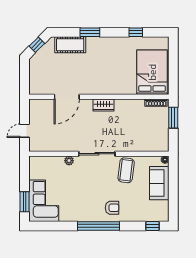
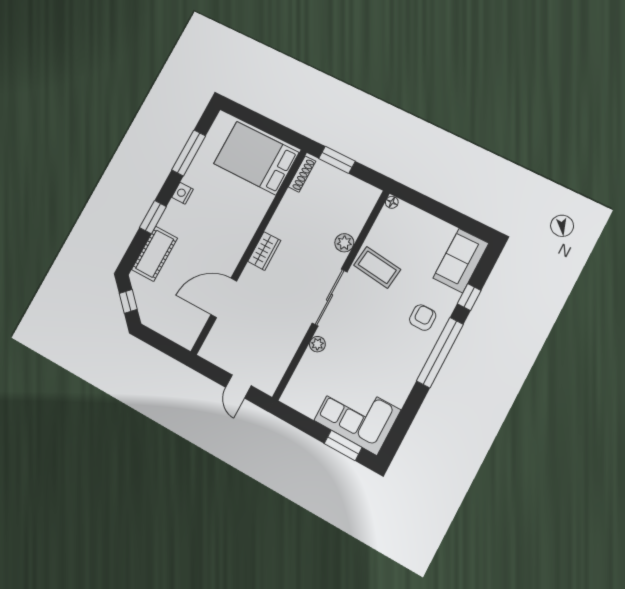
window: (136, 32) -> (189, 153), width x2.17
nightstand: (112, 42) -> (182, 193), added
door: (67, 97) -> (224, 298), swing flipped
plant: (130, 146) -> (344, 243), added
sofa: (159, 183) -> (461, 261), moved, turned 90
window: (153, 226) -> (469, 297), moved

